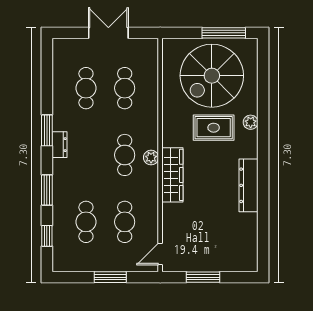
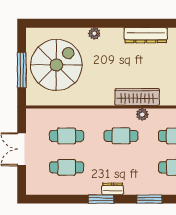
window: (224, 33) -> (22, 70), moved
spiral stairs: (212, 76) -> (56, 65), turned -90
rug: (214, 128) -> (99, 64), removed
plant: (151, 158) -> (142, 114), moved

